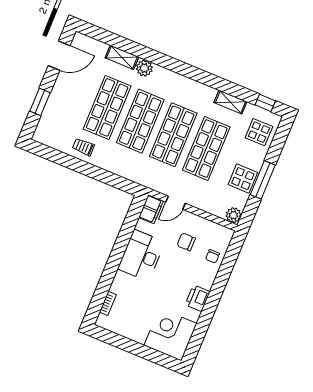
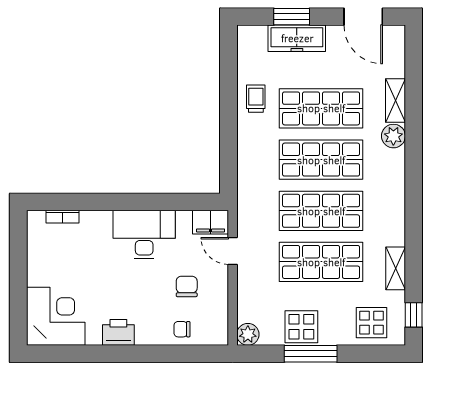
freezer: (55, 104) -> (297, 38), added

